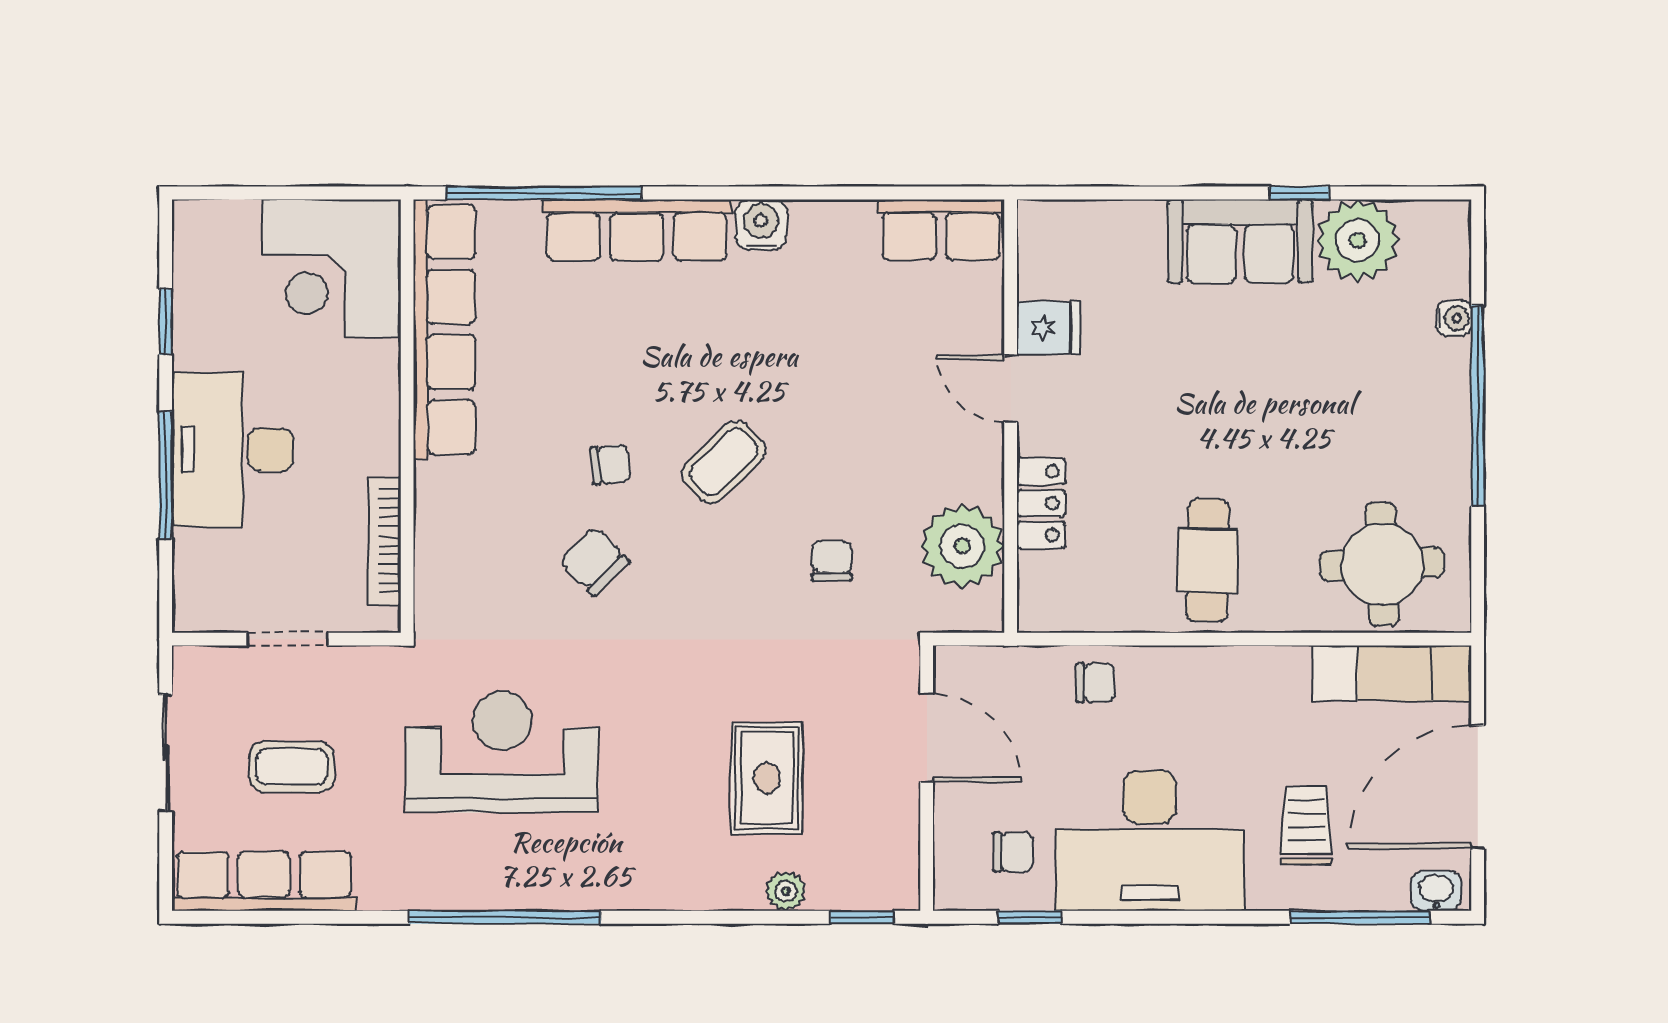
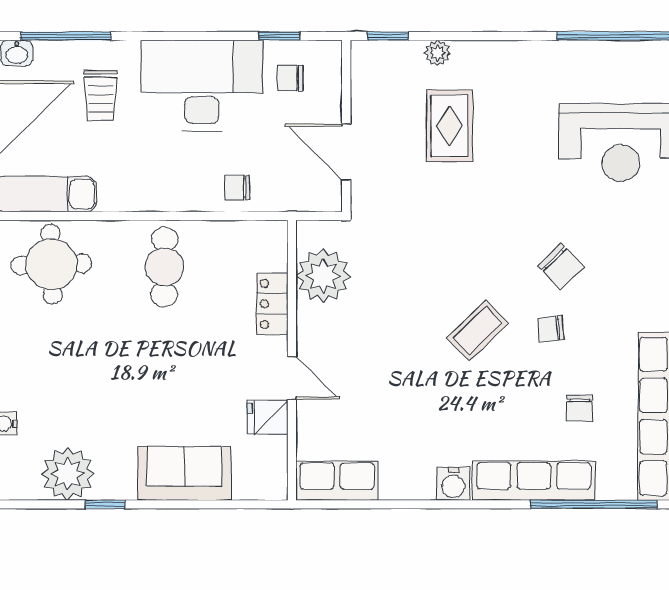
sofa: (1240, 241) -> (184, 473), moved
chair: (832, 561) -> (580, 408), moved

